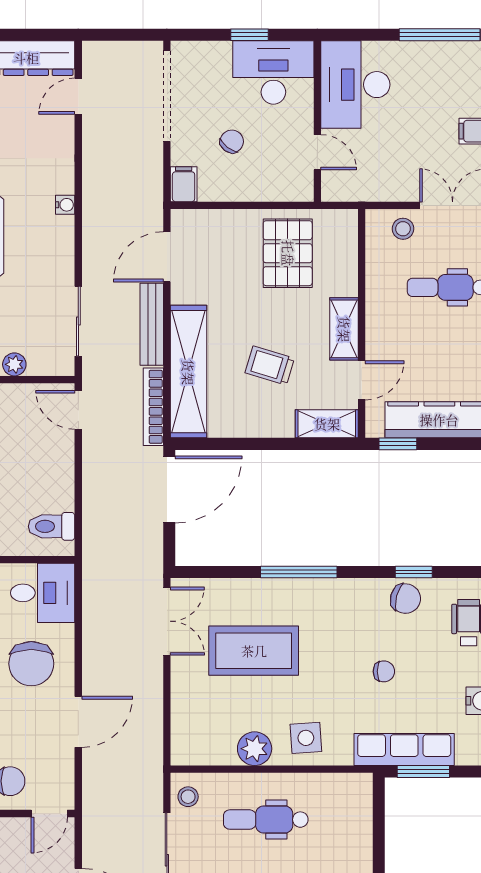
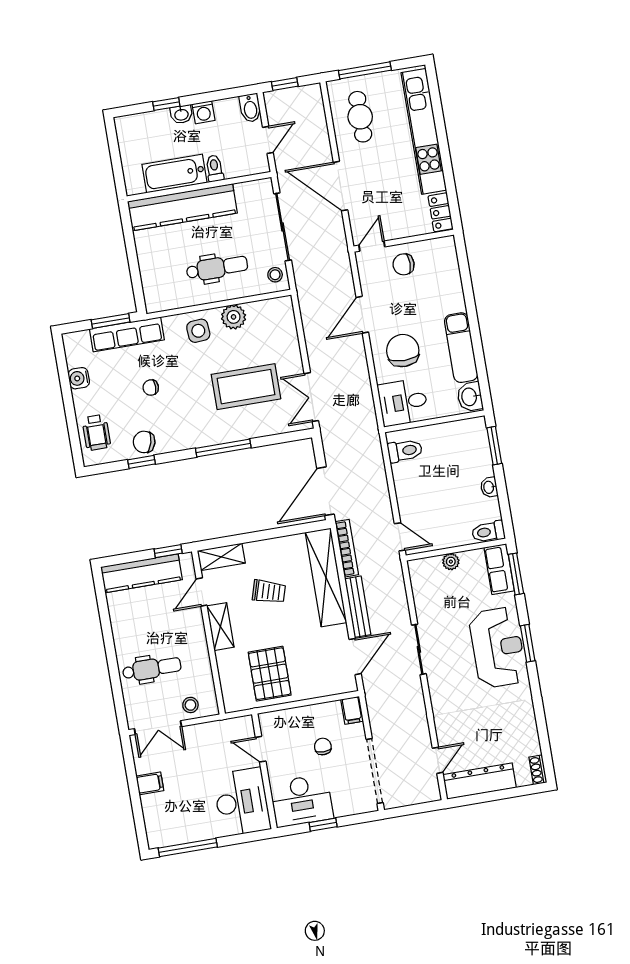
chair: (232, 141) -> (323, 747), turned 143
water cooler: (65, 205) -> (434, 681), removed
sliding door: (78, 321) -> (419, 649), moved

